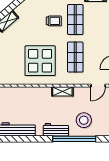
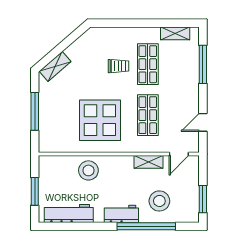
shelving: (62, 91) -> (148, 162), moved
stool: (32, 98) -> (88, 170), added

